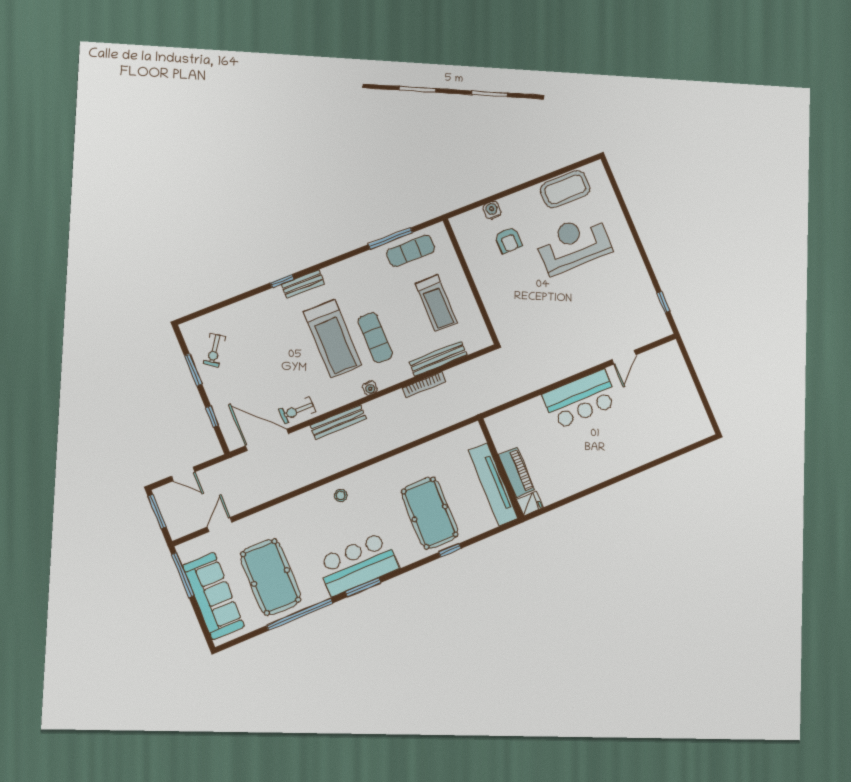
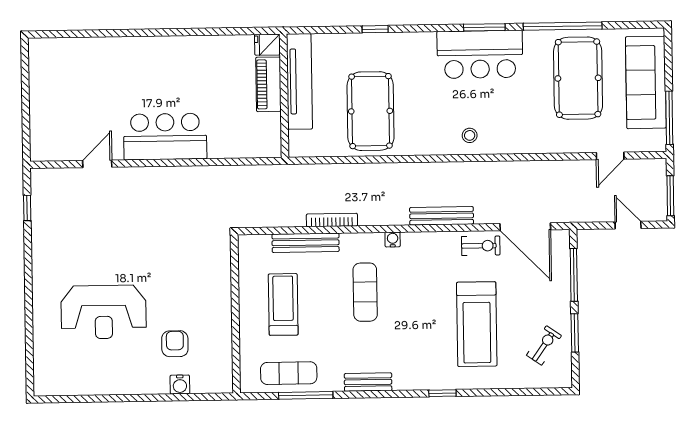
coffee table: (565, 189) -> (88, 377), removed
bench: (303, 284) -> (368, 382), moved
treadmill: (333, 339) -> (477, 324), moved, turned 180
window: (212, 416) -> (574, 275), width x2.17
pool table: (430, 513) -> (371, 111), moved

